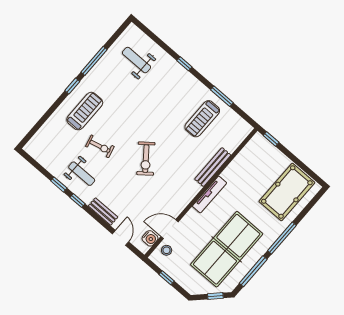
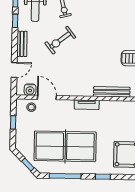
exercise bike: (146, 159) -> (60, 40), moved
tv unit: (209, 195) -> (87, 105), width x0.71
window: (282, 238) -> (103, 177), width x0.46

